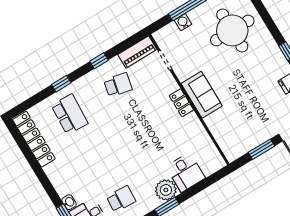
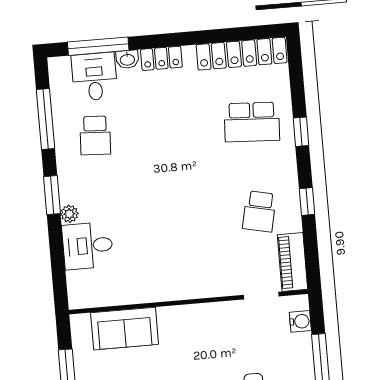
water cooler: (183, 22) -> (300, 321), moved
sofa: (202, 95) -> (125, 329), moved
locker: (181, 103) -> (161, 58), moved, turned 180
plant: (166, 190) -> (69, 214), width x0.53, depth x0.53

